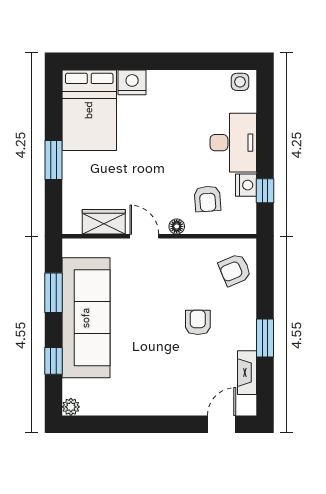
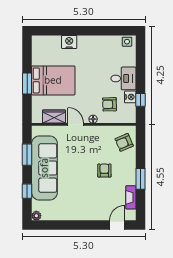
bed: (89, 110) -> (53, 80), moved, turned -90
desk: (233, 143) -> (123, 78), width x0.73
armchair: (207, 199) -> (110, 104), turned 92

